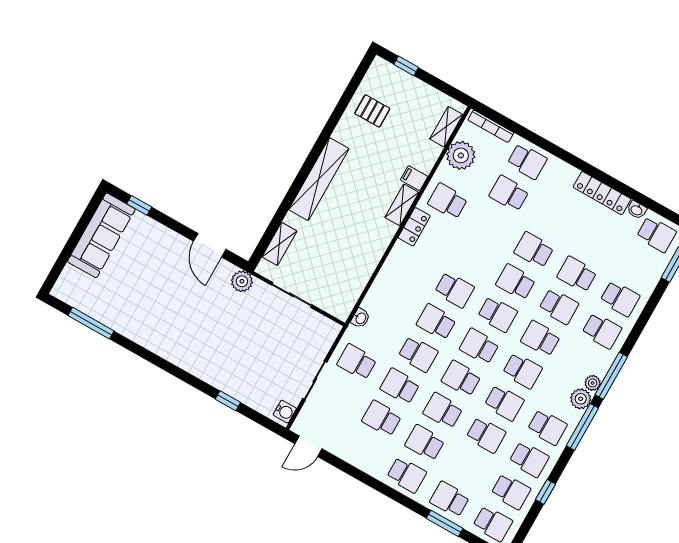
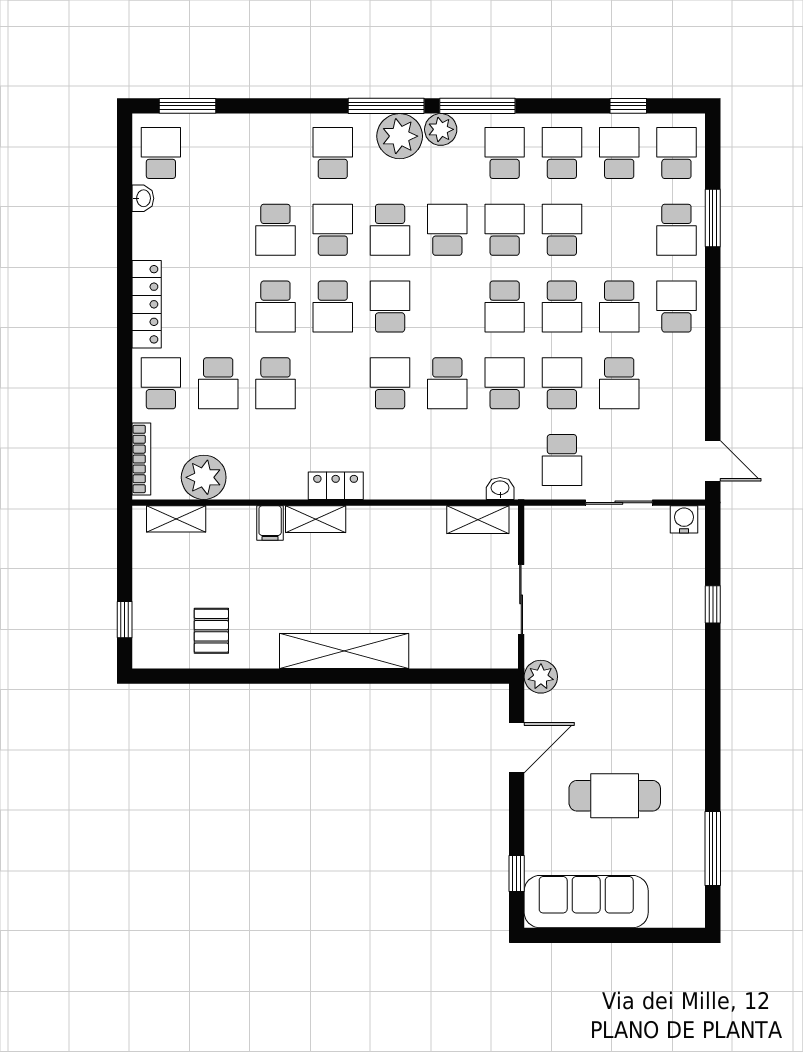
locker: (602, 193) -> (147, 304), moved
school desk: (448, 201) -> (275, 383), moved
shelving: (279, 244) -> (478, 520), moved
cafe table: (152, 285) -> (615, 796), added
school desk: (620, 299) -> (275, 153), removed
school desk: (479, 346) -> (447, 307), removed
plant: (593, 383) -> (400, 136), width x1.87, depth x1.87
school desk: (400, 386) -> (562, 383), turned 180
window: (546, 492) -> (628, 106), moved

